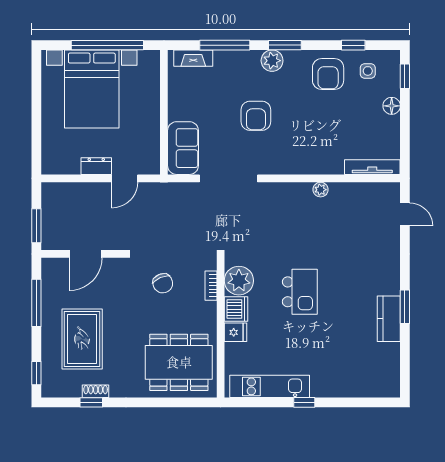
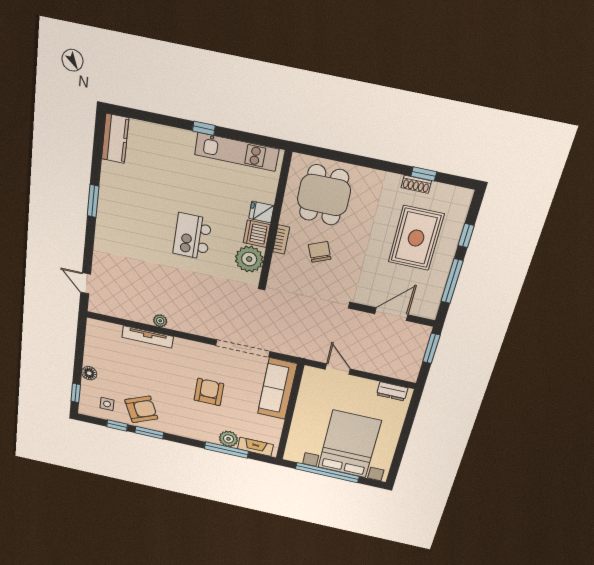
window: (285, 45) -> (149, 433), moved
plant: (272, 61) -> (228, 439), moved
armchair: (328, 74) -> (141, 409), turned 66
sofa: (183, 148) -> (277, 389), width x1.36
dresser: (96, 166) -> (392, 391), moved
tv unit: (372, 167) -> (148, 337), moved
door: (125, 178) -> (338, 369), hinge flipped
chair: (163, 283) -> (320, 252), moved
bookcase: (211, 286) -> (281, 239), moved
kitchen counter: (389, 319) -> (115, 138), moved
dining table: (179, 362) -> (324, 195), width x0.73
window: (36, 373) -> (466, 236), moved

